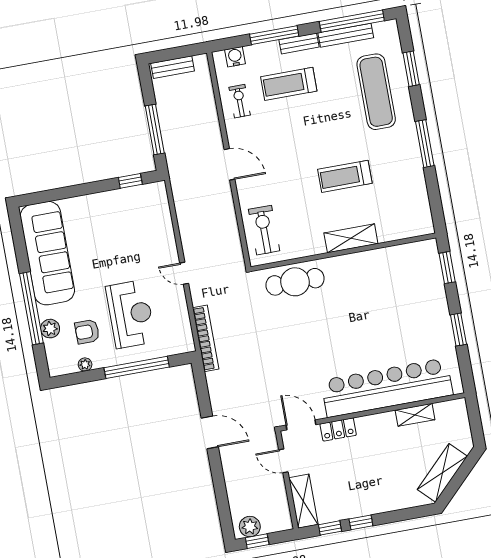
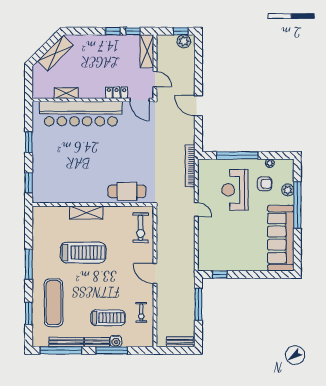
water cooler: (235, 57) -> (116, 341), moved
treadmill: (345, 176) -> (83, 253), width x1.37, depth x1.38

